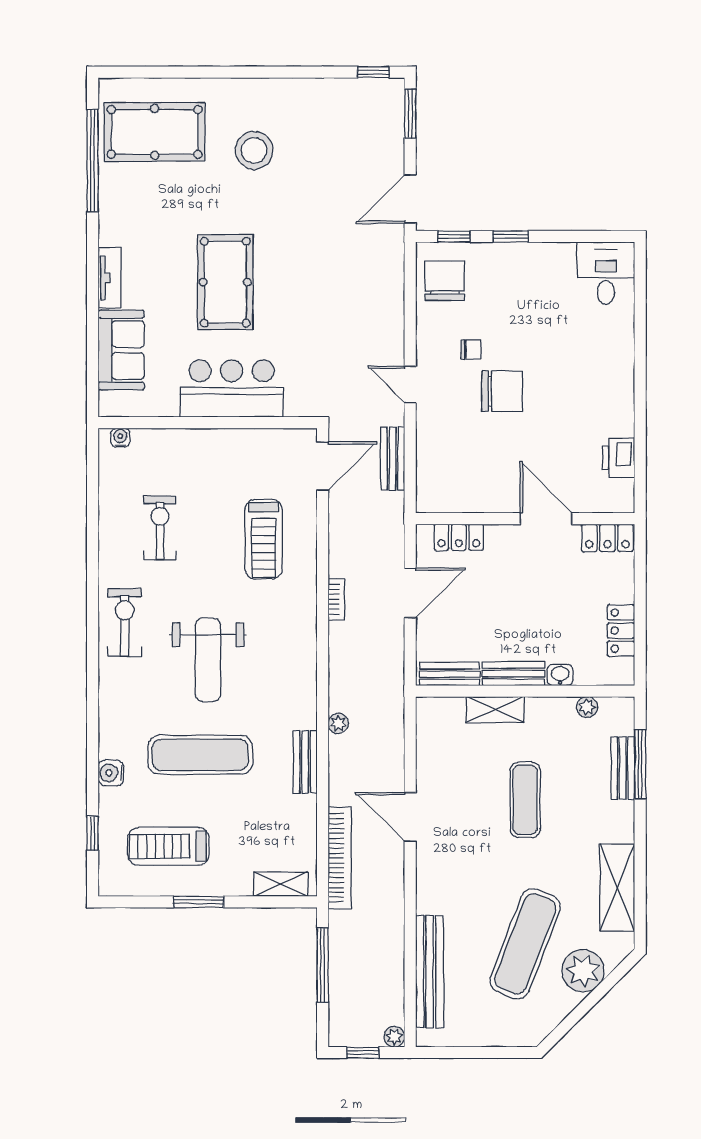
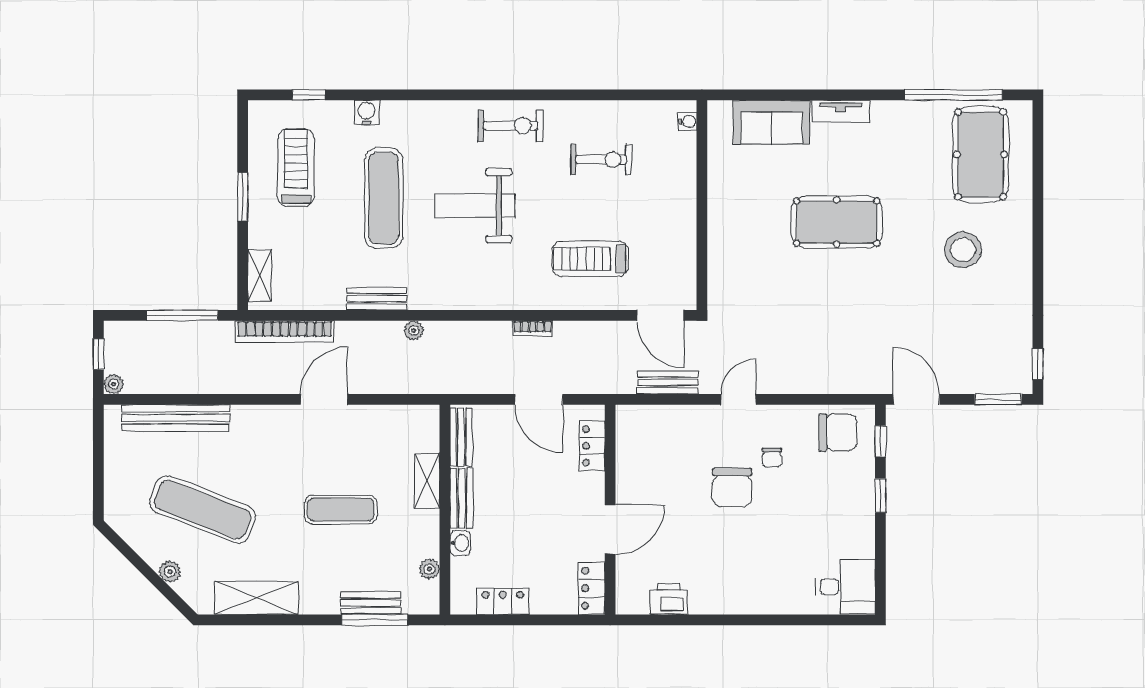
bar counter: (232, 389) -> (735, 228), removed
plant: (583, 971) -> (170, 572), width x0.53, depth x0.53

